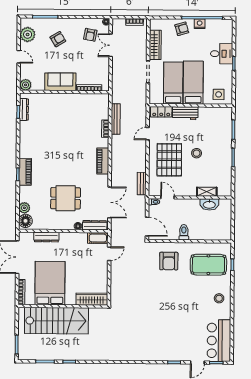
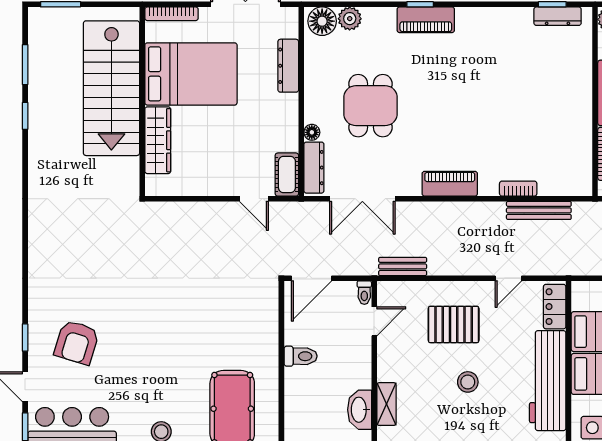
workbench: (185, 113) -> (548, 381), width x1.88, depth x1.32
door: (148, 134) -> (508, 278), swing flipped
pallet: (169, 160) -> (454, 324), width x0.73, depth x0.71
armchair: (169, 261) -> (77, 342), moved, turned -73
wardrobe: (92, 299) -> (158, 140), moved

